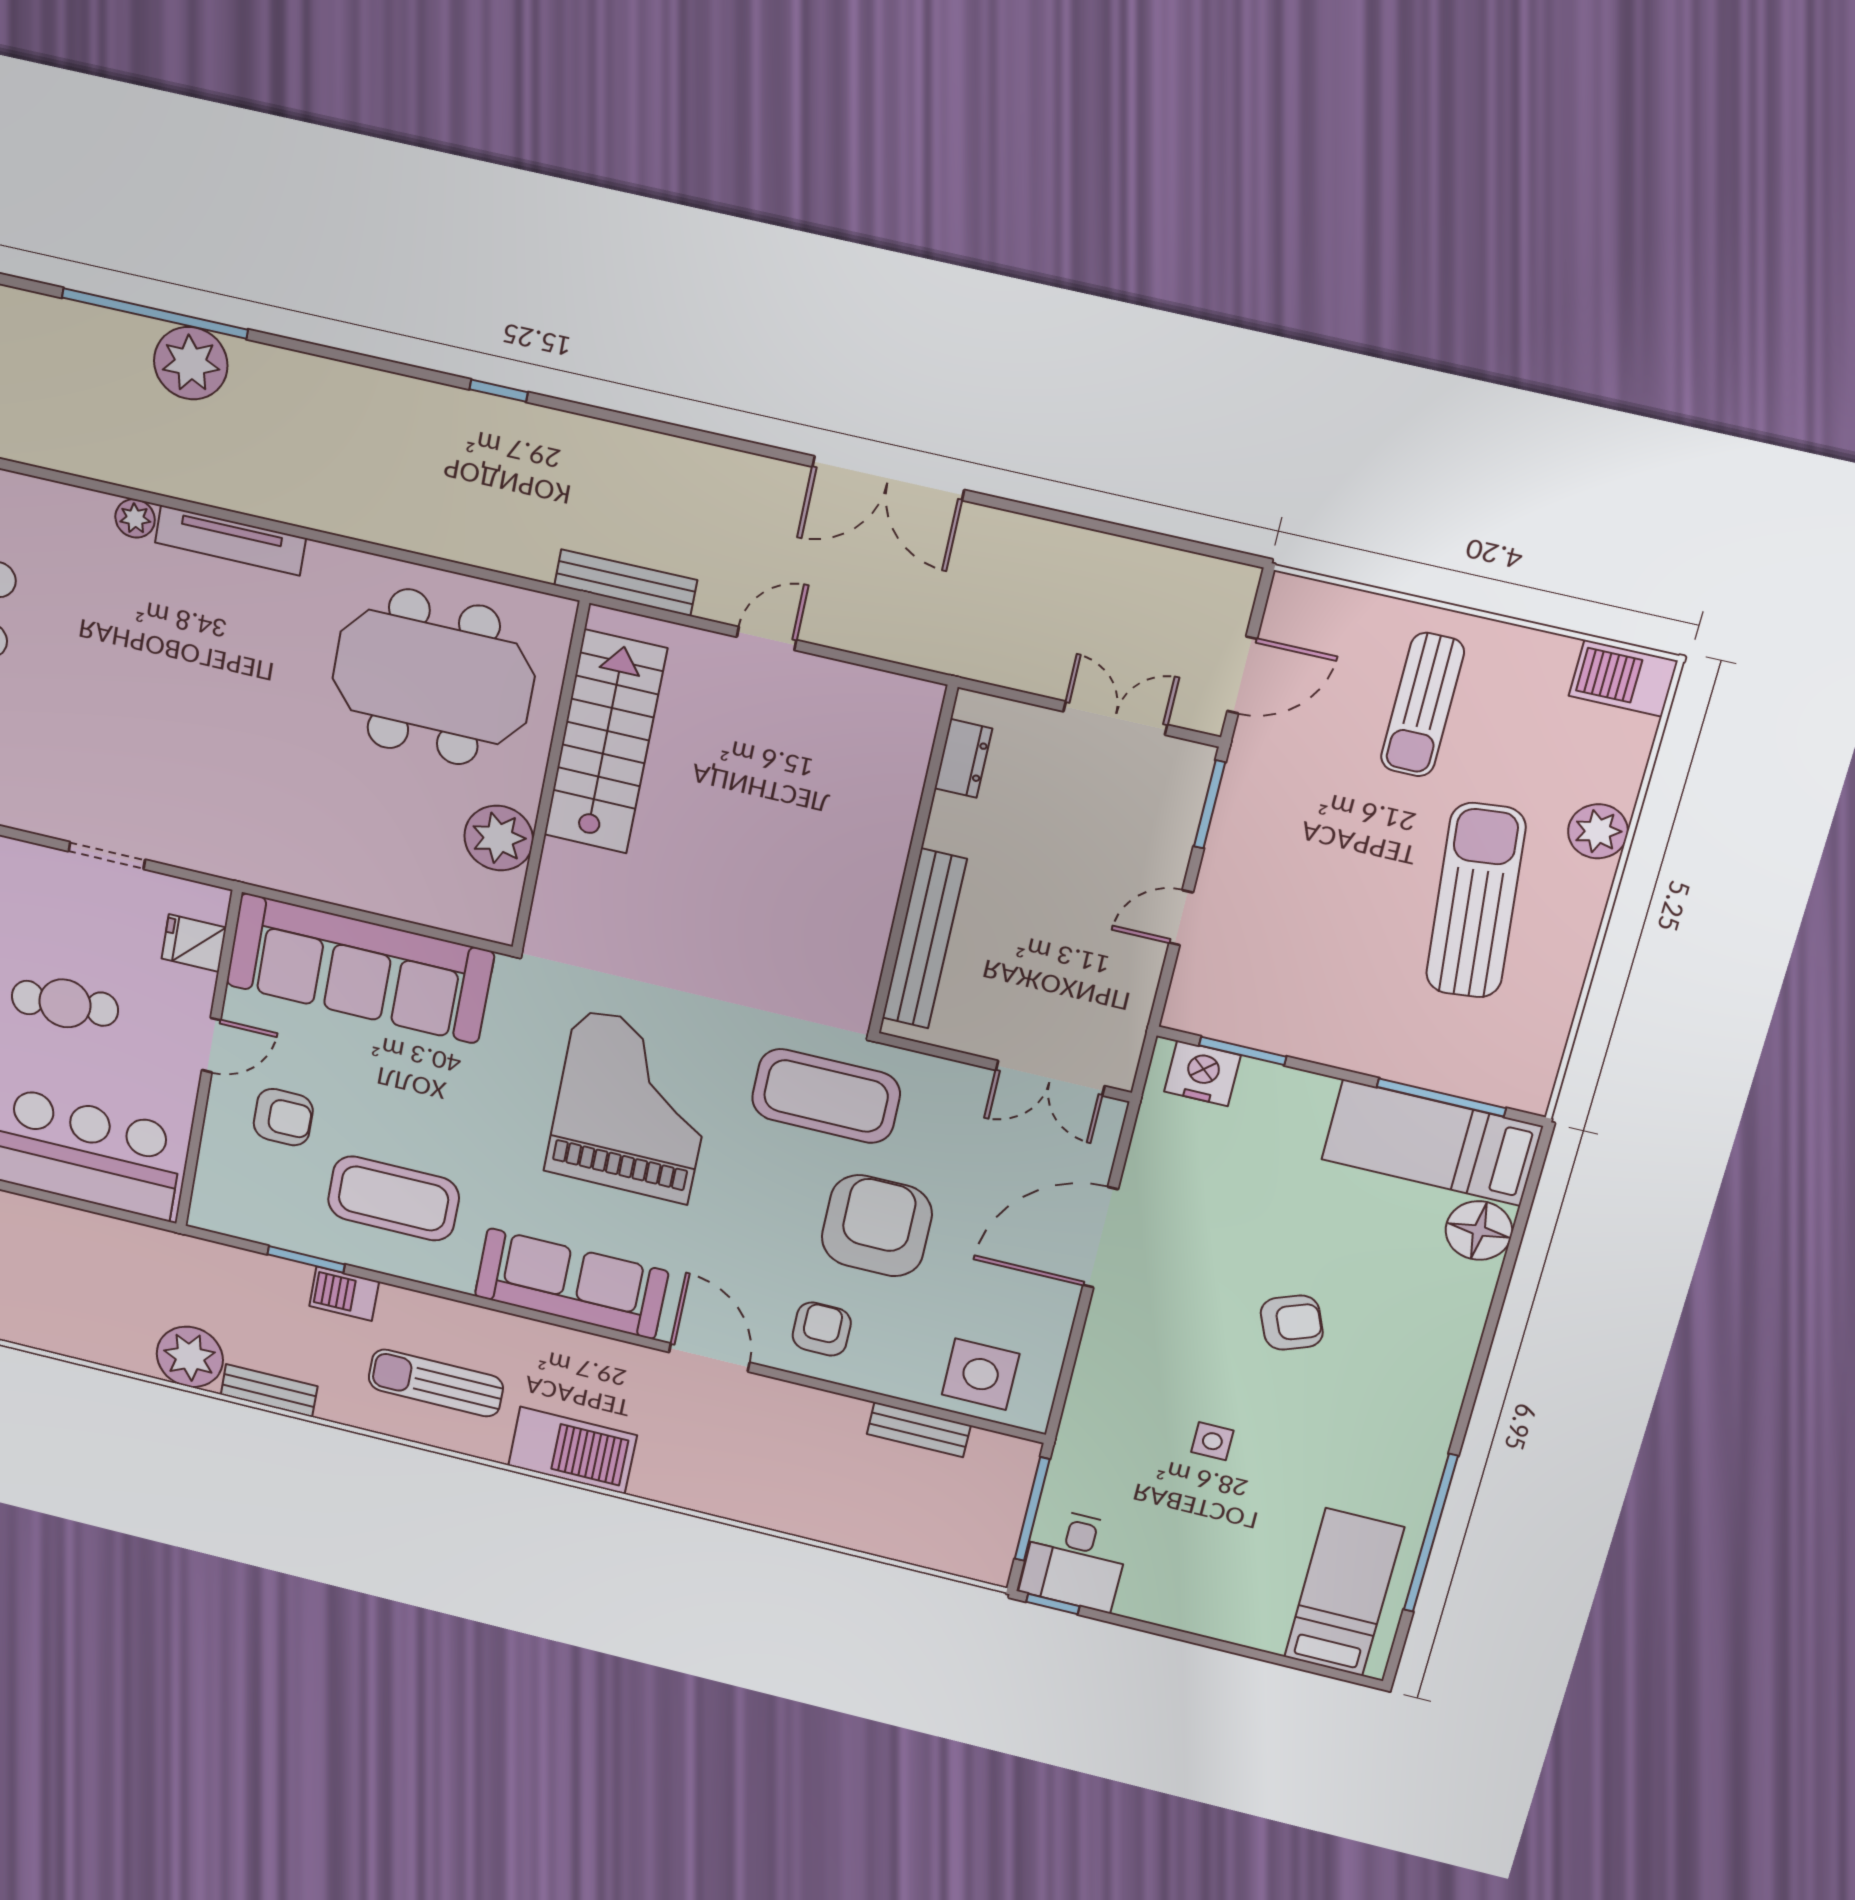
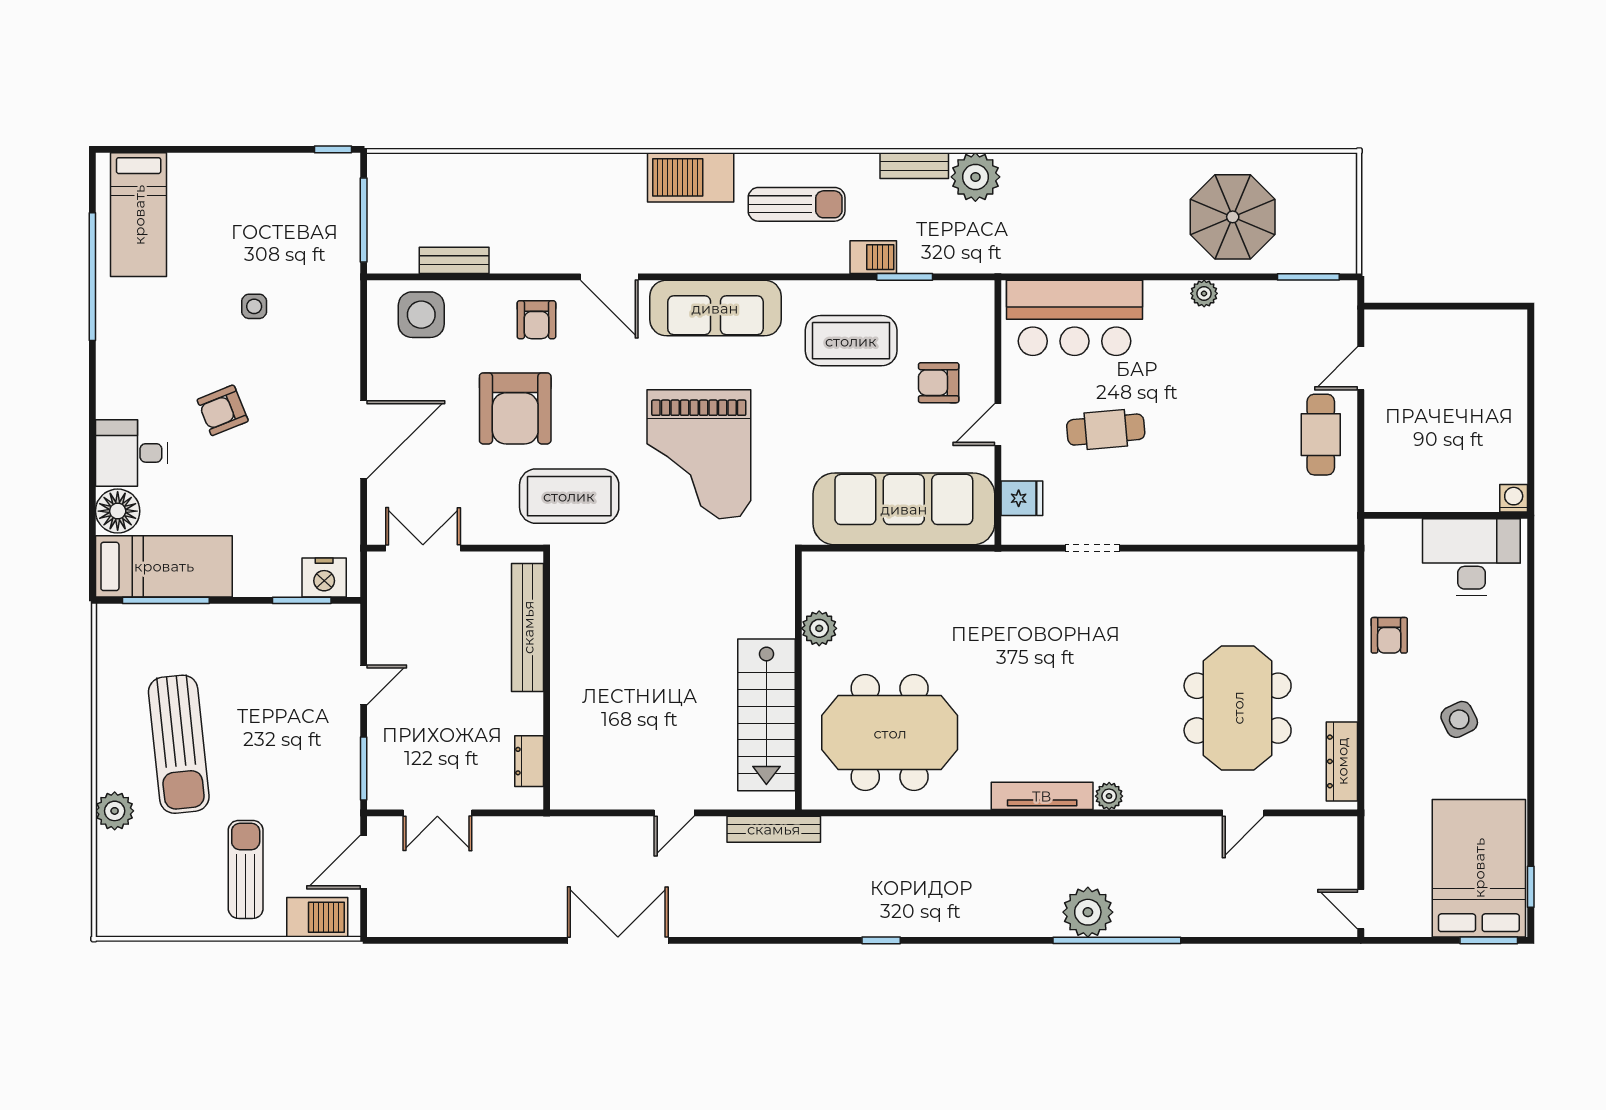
barbecue: (1623, 678) -> (317, 917), moved
plant: (499, 838) -> (819, 628), width x0.73, depth x0.73
desk: (1075, 1560) -> (132, 453), moved, turned -90

